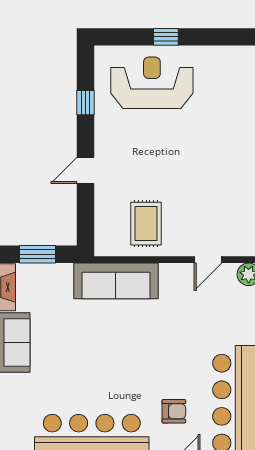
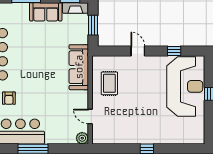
reception desk: (152, 83) -> (185, 86), width x1.36, depth x1.30
rug: (146, 224) -> (109, 83), turned 90

